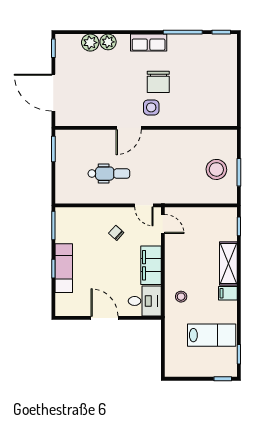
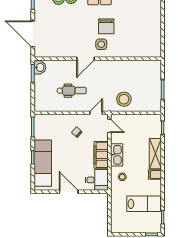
washbasin: (63, 140) -> (40, 67), added
stool: (216, 169) -> (124, 99), moved
door: (144, 205) -> (96, 113), swing flipped
kitchen sink: (173, 265) -> (117, 155), added
exam couch: (64, 268) -> (43, 163), width x1.36, depth x1.45

